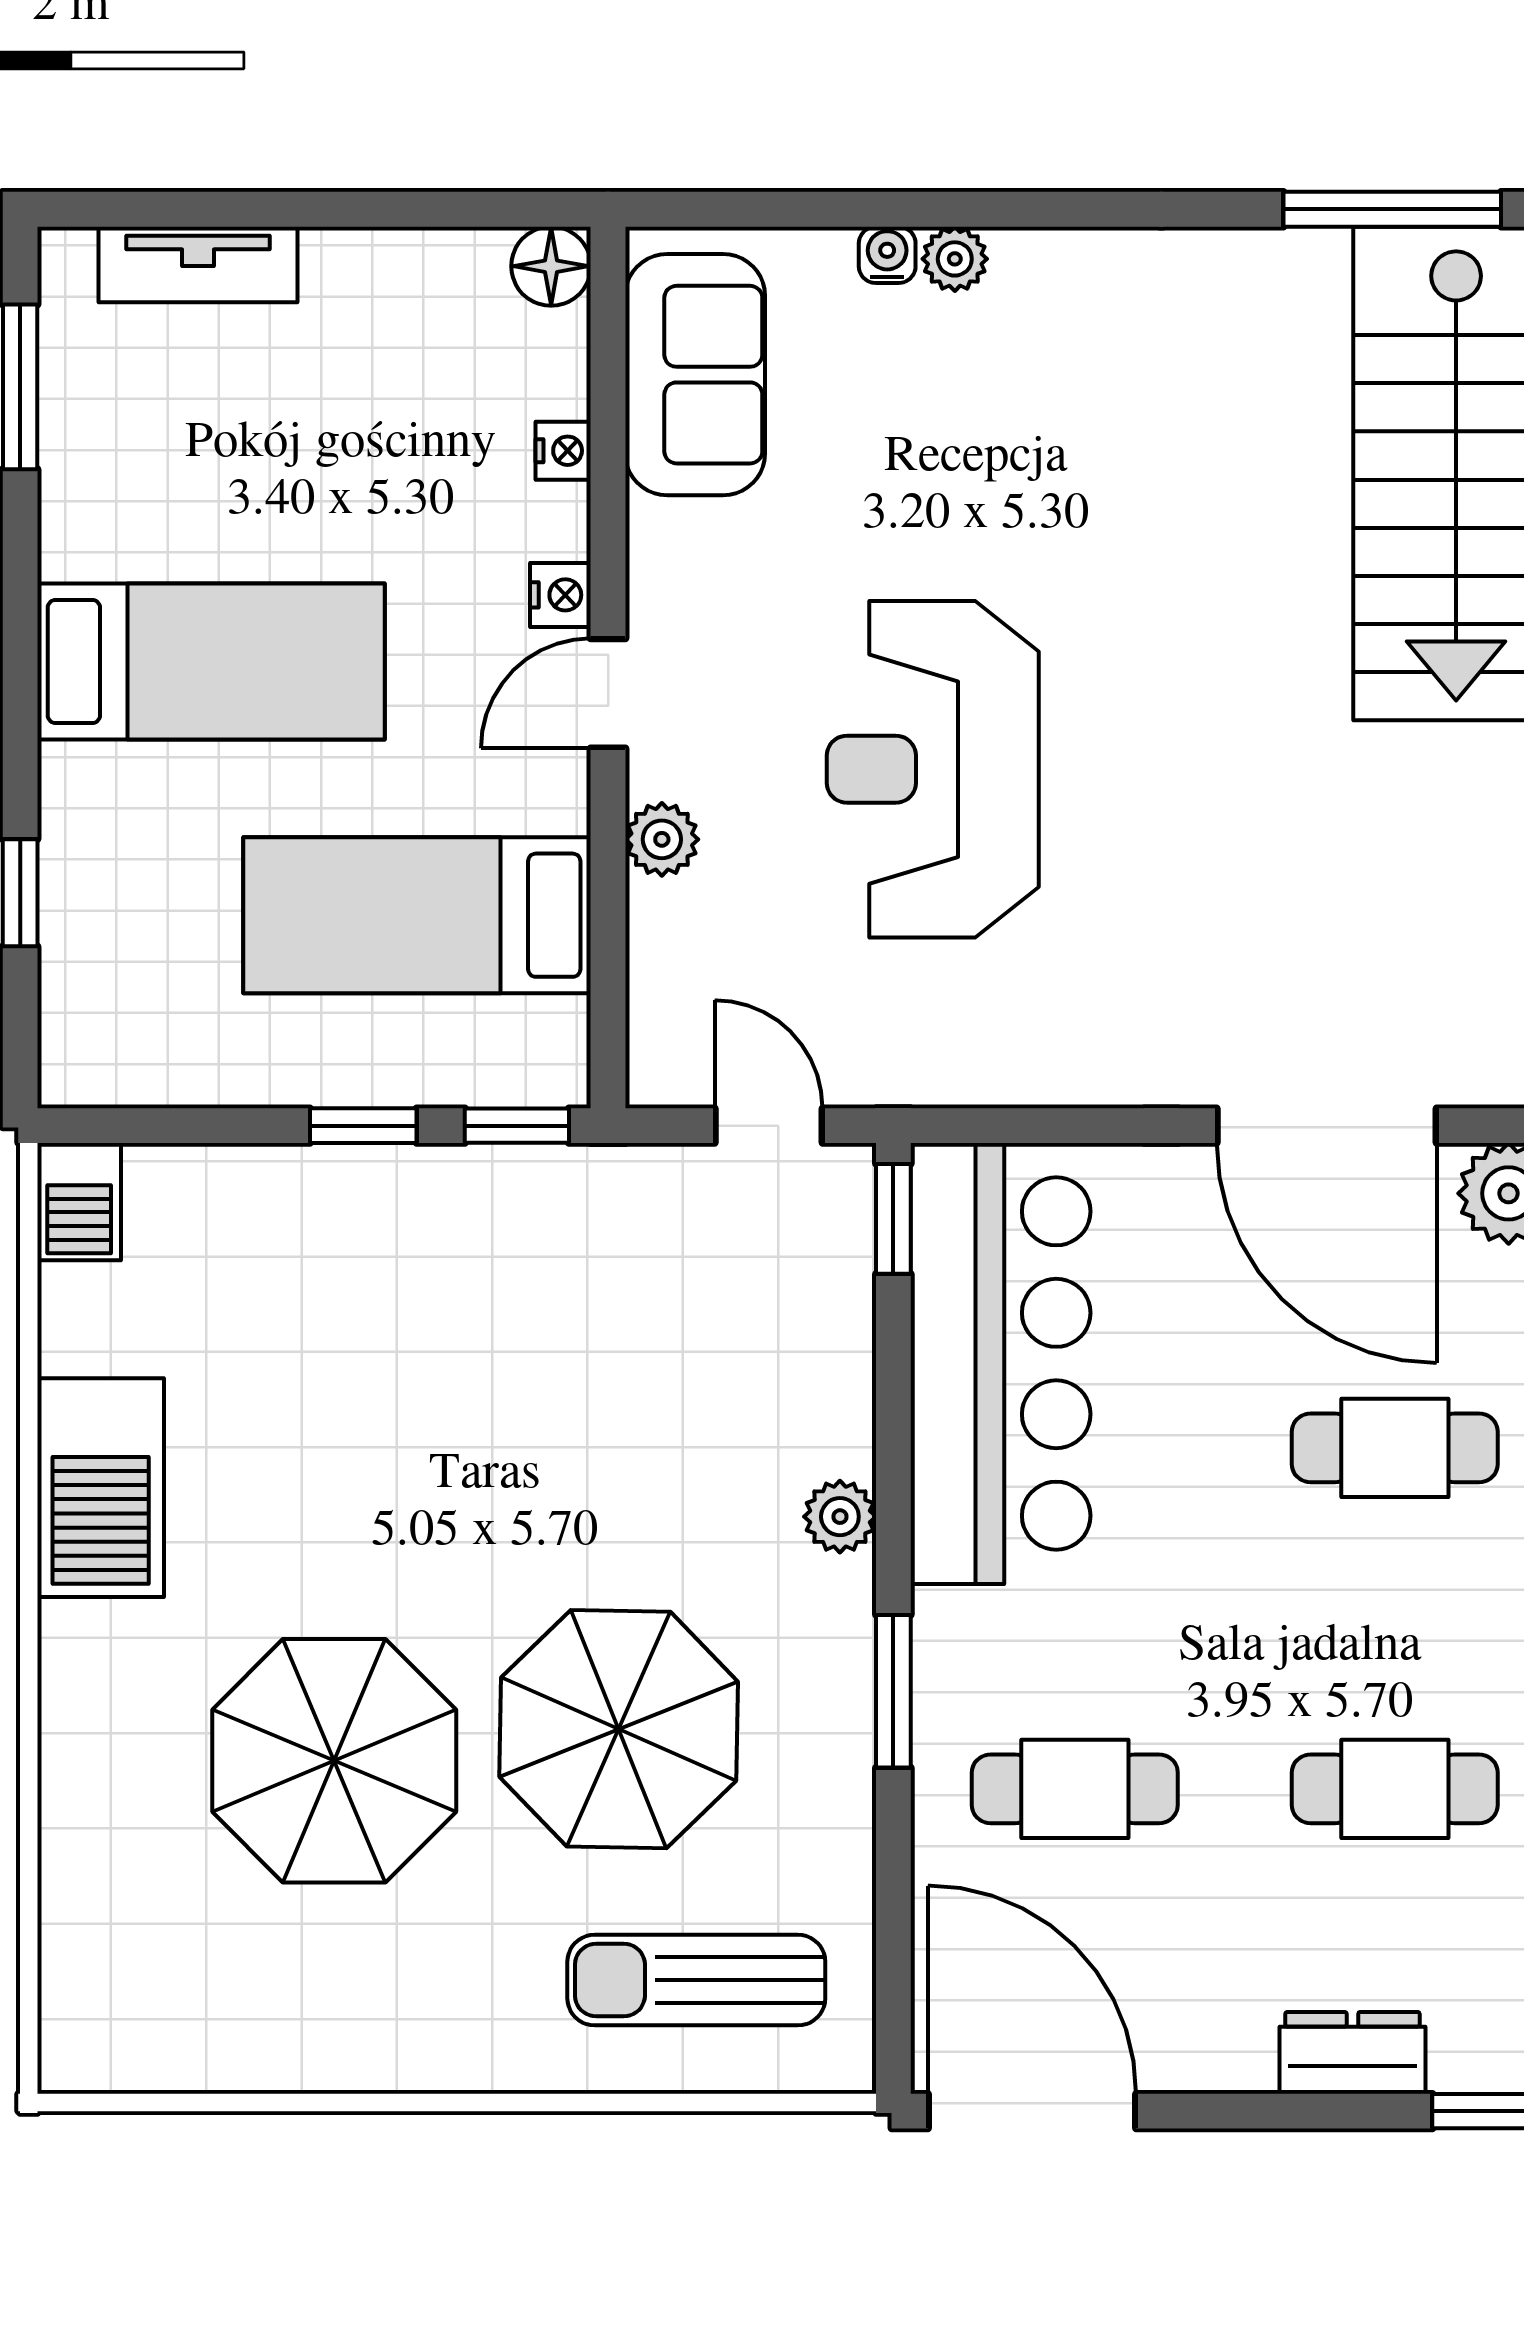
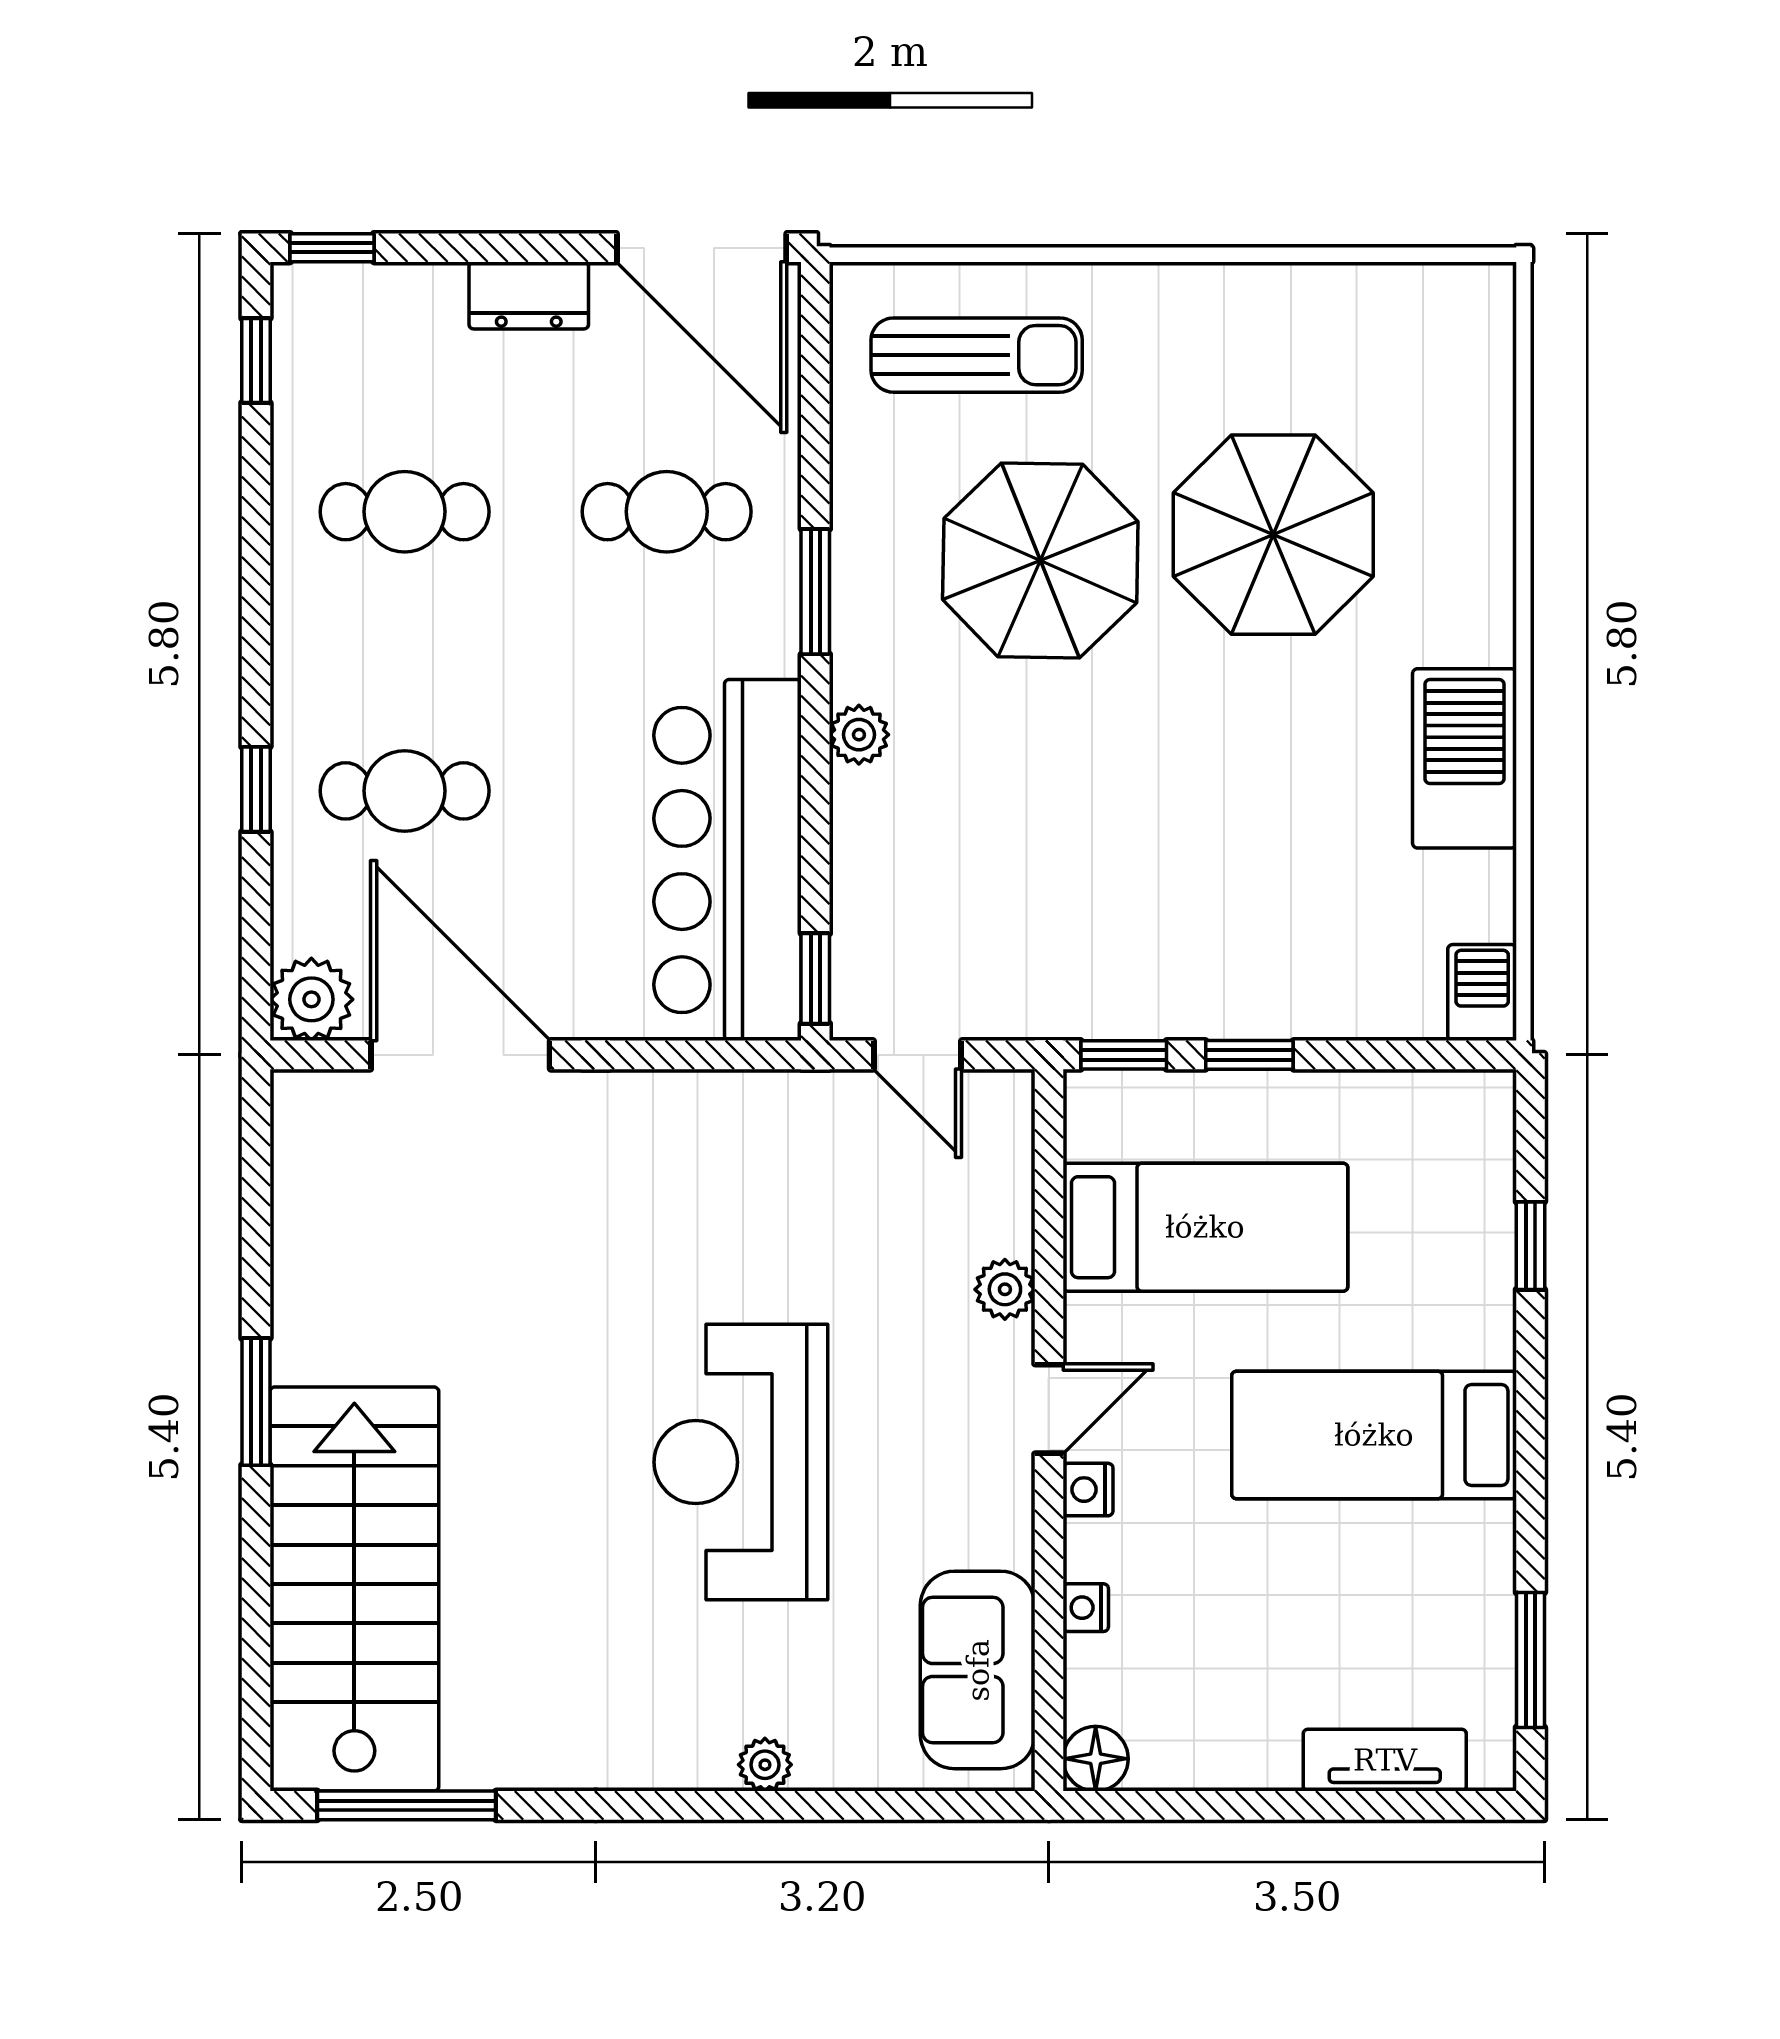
water cooler: (887, 255) -> (820, 1768), removed
reception desk: (933, 769) -> (741, 1462), moved, turned 180
dresser: (1352, 2053) -> (529, 295), moved

